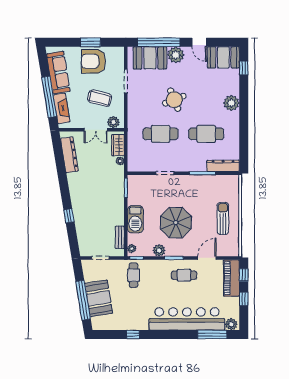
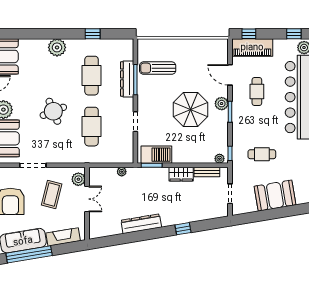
window: (244, 68) -> (93, 34), moved
window: (49, 97) -> (29, 254), moved
wardrobe: (118, 145) -> (181, 174), moved
dresser: (70, 155) -> (141, 224), moved
dresser: (223, 166) -> (127, 79), moved
sun lounger: (223, 218) -> (158, 68), moved
barbecue: (135, 219) -> (156, 155), moved
plant: (159, 250) -> (222, 104), moved
cafe table: (134, 275) -> (262, 154), moved
cafe table: (184, 275) -> (257, 92), moved
window: (244, 299) -> (294, 34), moved
window: (83, 300) -> (277, 213), removed

